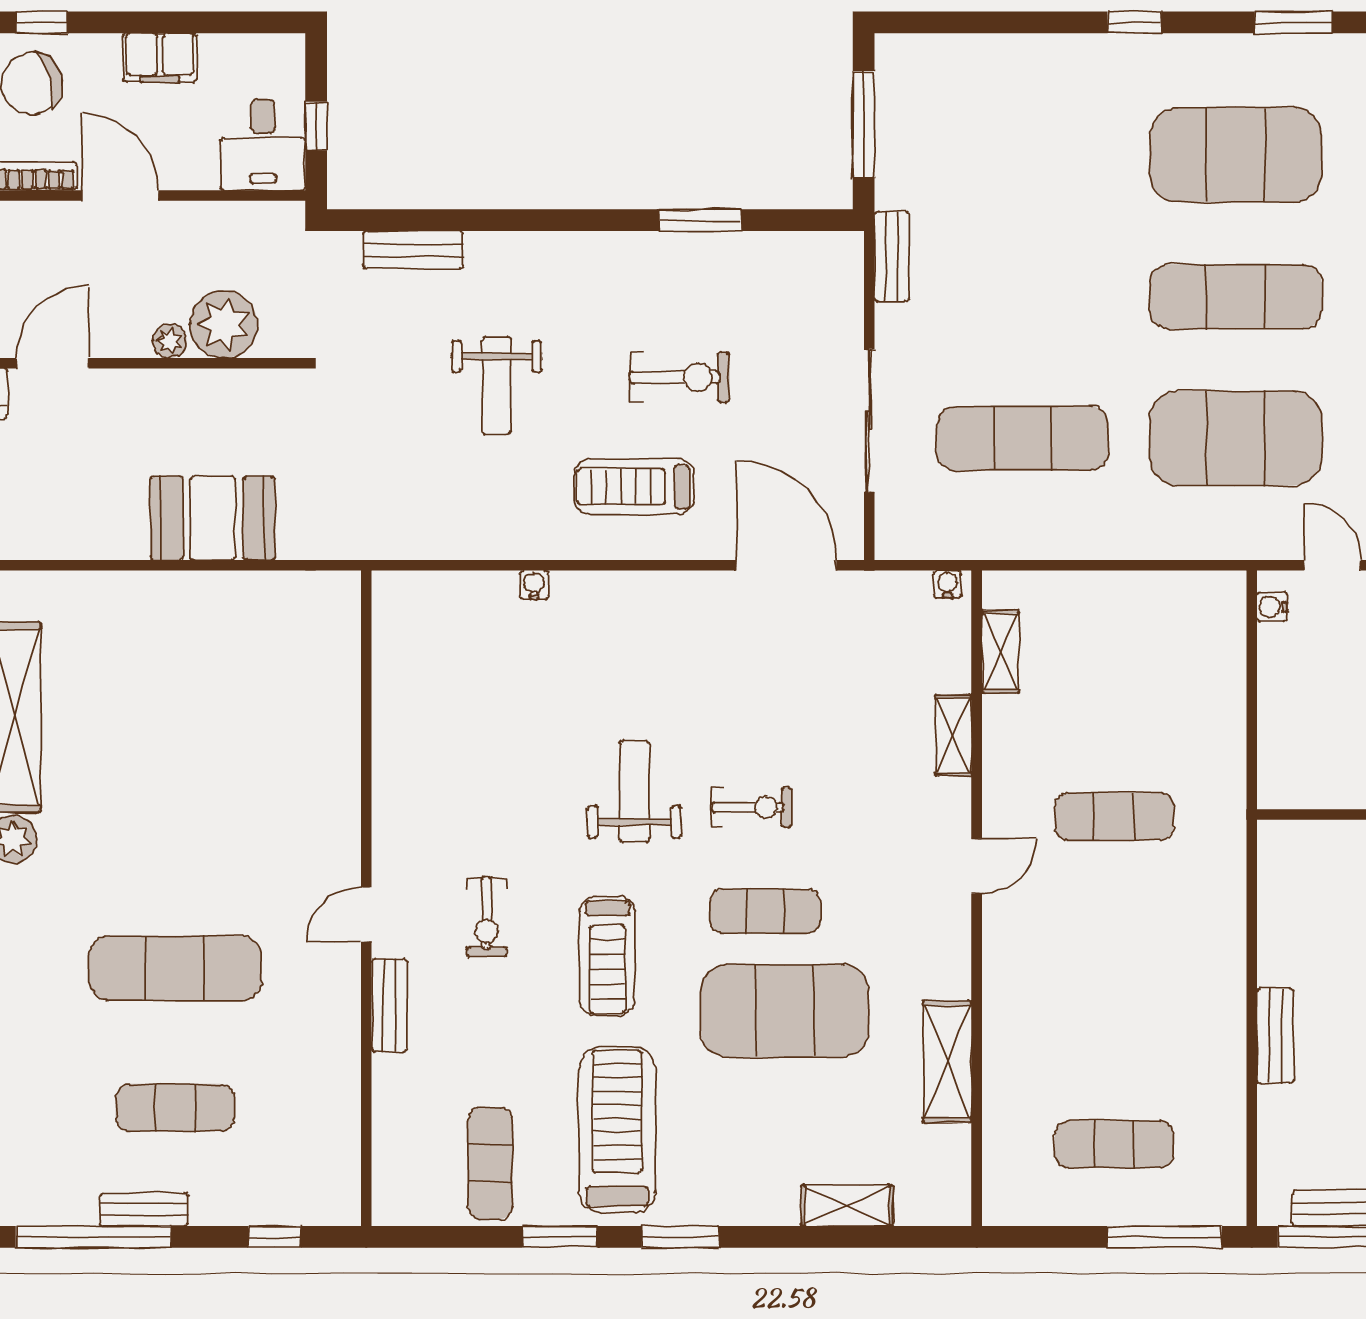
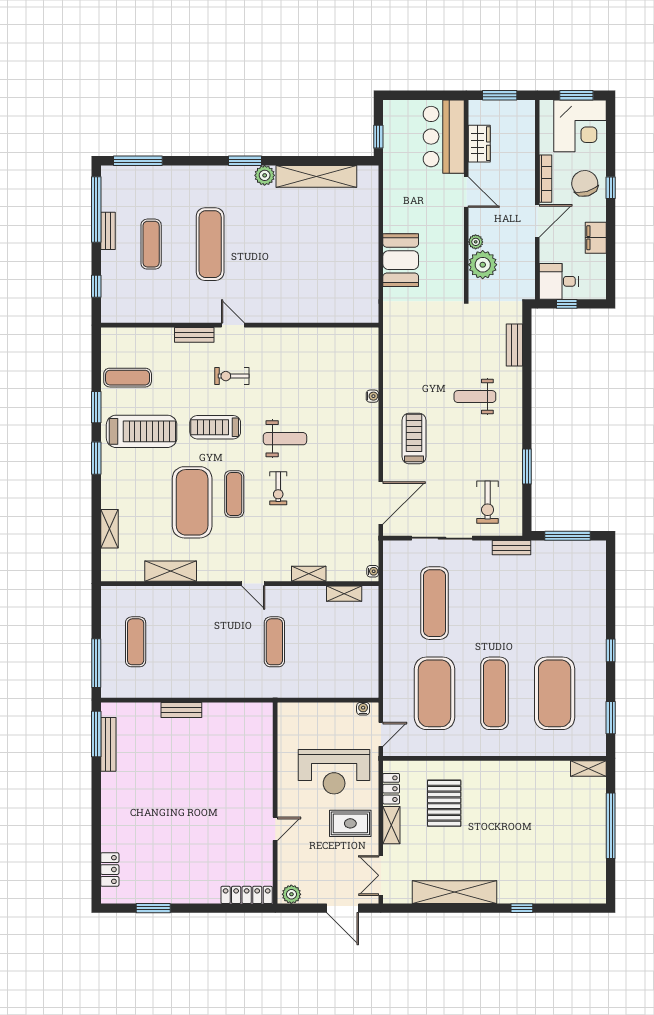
exercise bike: (680, 377) -> (488, 502), moved
weight bench: (497, 386) -> (475, 397), moved

